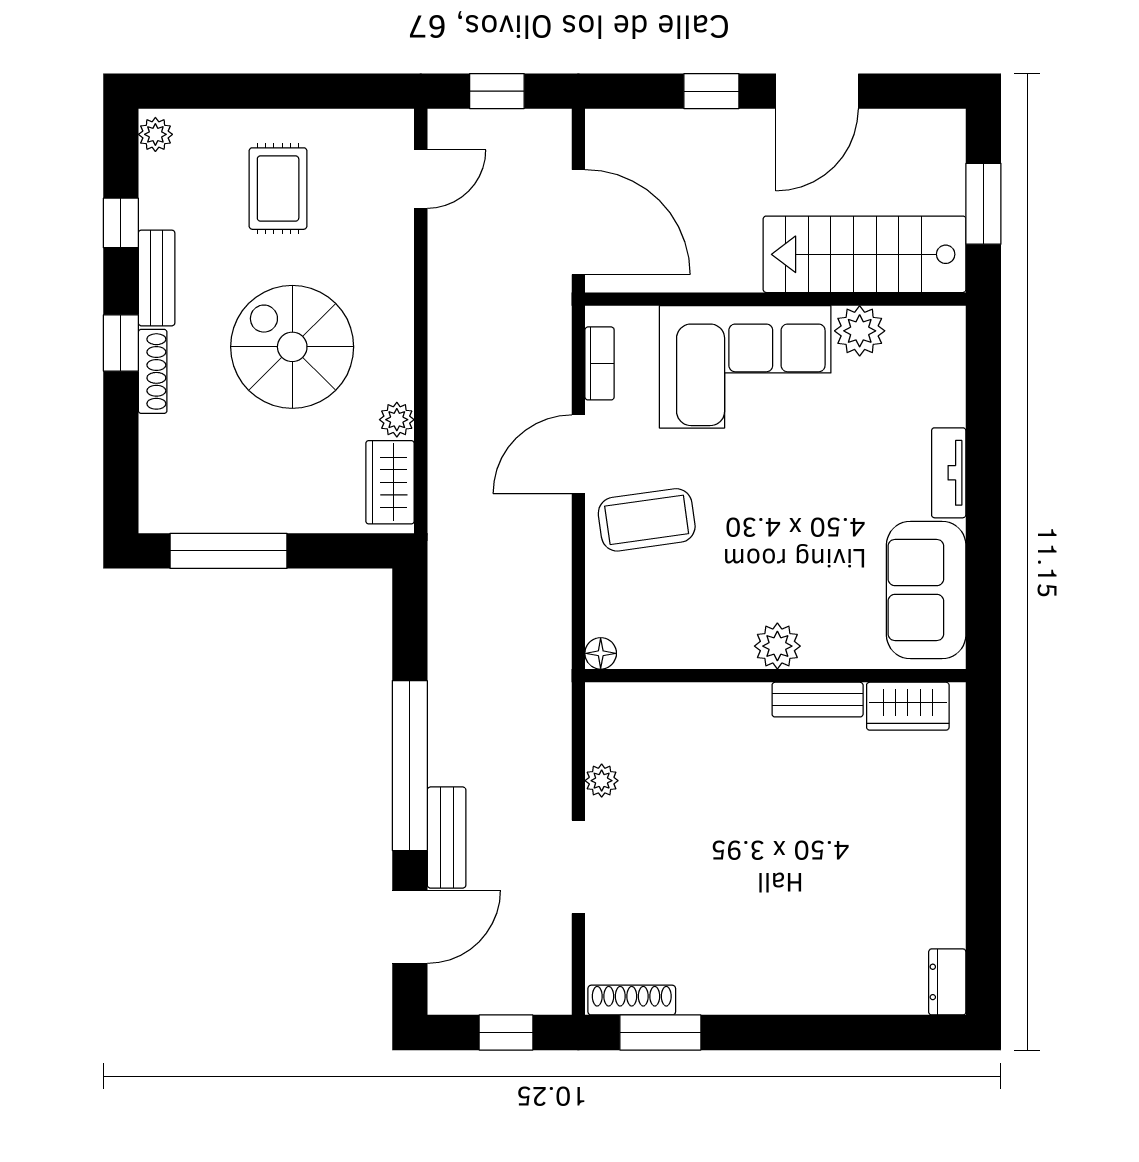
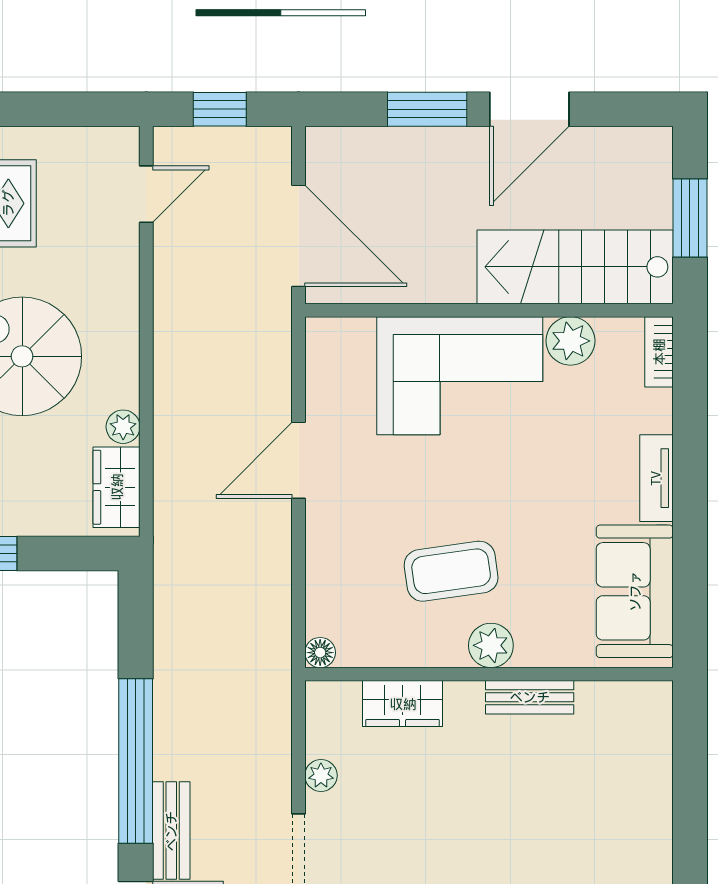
window: (711, 91) -> (427, 109), width x1.50
bookcase: (600, 363) -> (659, 352), moved, turned 180
coffee table: (647, 520) -> (451, 571), moved
wardrobe: (908, 706) -> (403, 704), moved

